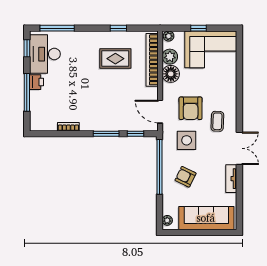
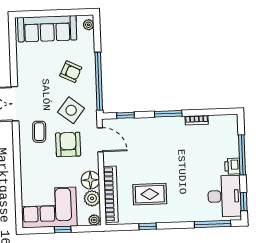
window: (106, 134) -> (168, 114), moved
side table: (187, 140) -> (71, 110), turned 38
tv unit: (231, 179) -> (22, 71), removed

